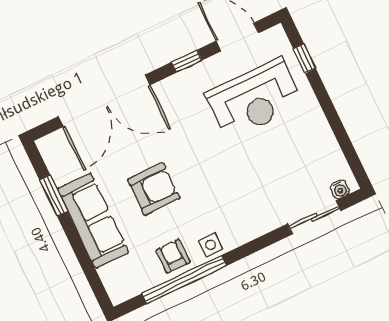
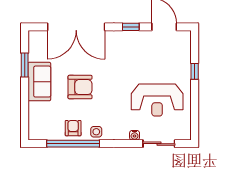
window: (305, 59) -> (195, 71), moved
reception desk: (254, 99) -> (157, 100), moved
water cooler: (340, 189) -> (135, 135), moved
sofa: (93, 221) -> (39, 82), width x0.73

